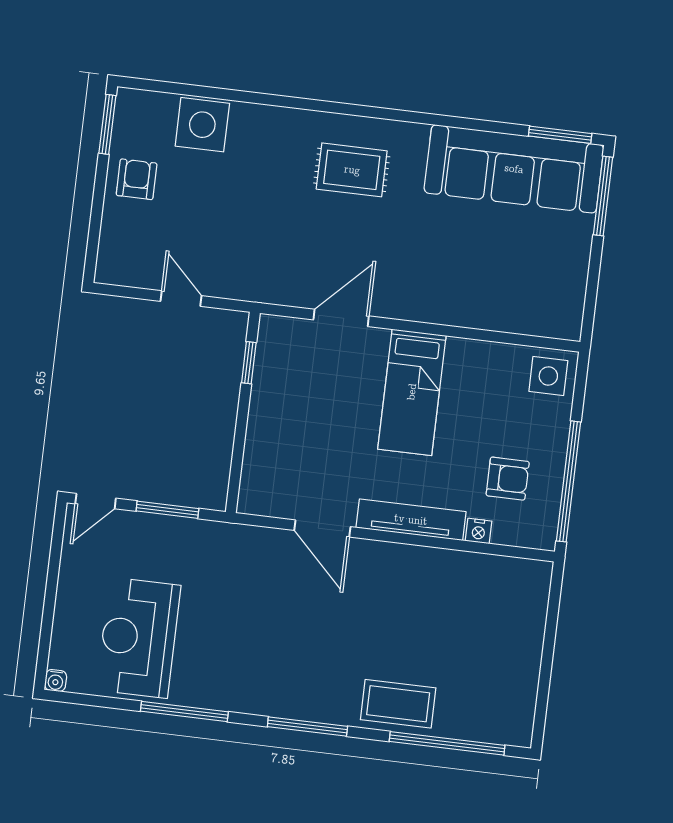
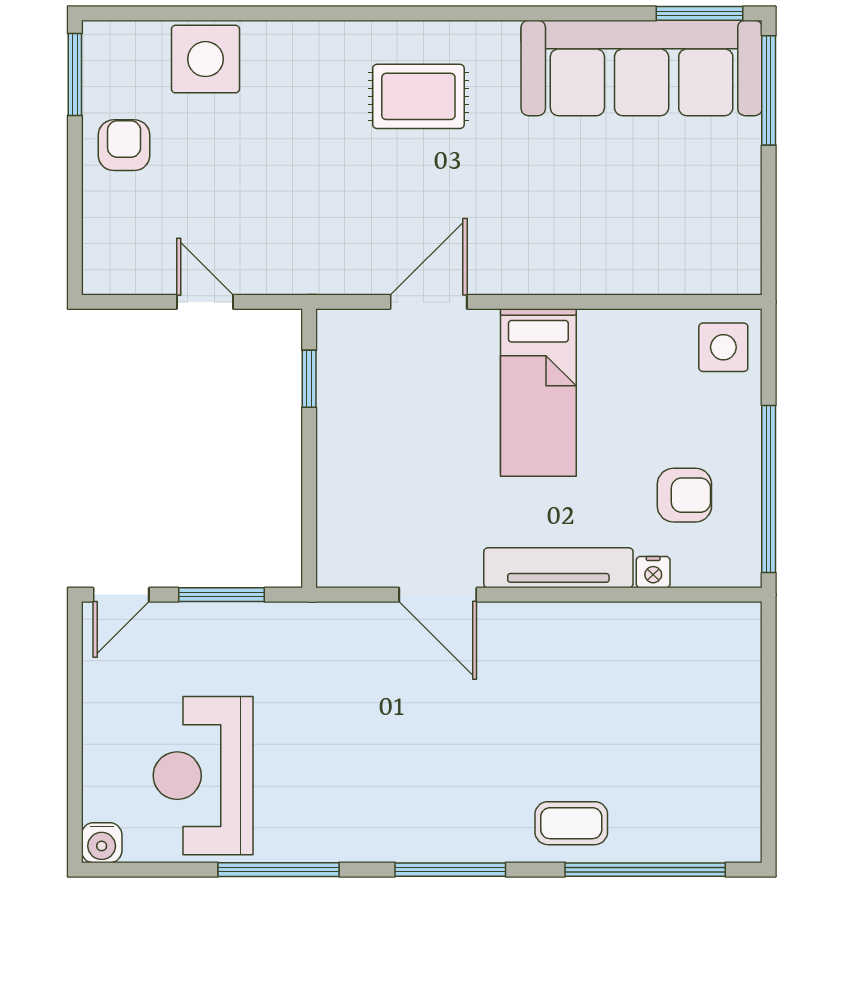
water cooler: (56, 681) -> (102, 843), width x1.38, depth x1.38
coffee table: (398, 704) -> (571, 823), width x0.73, depth x0.77

